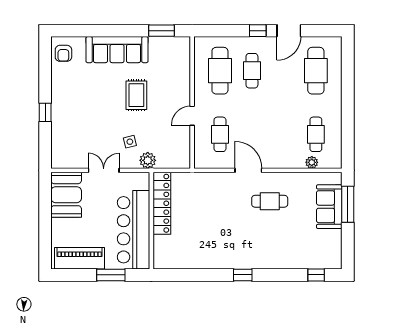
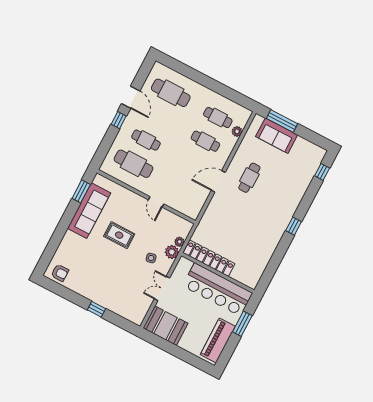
sofa: (117, 50) -> (89, 211), moved
cafe table: (220, 134) -> (205, 141), moved
plant: (163, 163) -> (179, 242), added

